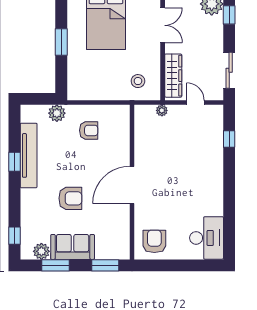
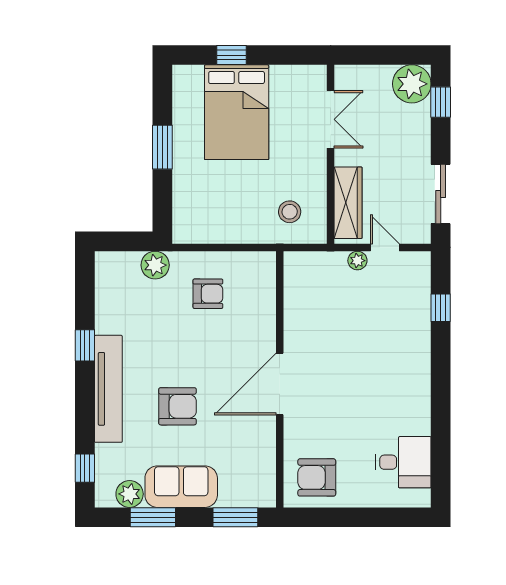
plant: (162, 110) -> (357, 261), moved
tv unit: (29, 155) -> (108, 389), moved
desk: (206, 238) -> (403, 462), width x0.73
armchair: (154, 241) -> (317, 477), turned -90

